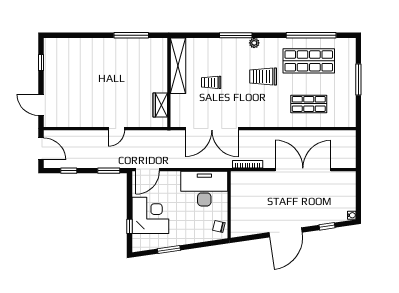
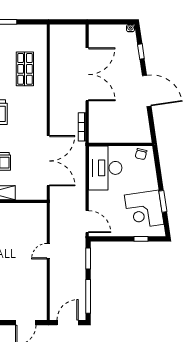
wardrobe: (160, 105) -> (26, 210), removed
door: (116, 129) -> (48, 251), swing flipped
double door: (303, 170) -> (87, 74), swing flipped
window: (69, 171) -> (88, 296), width x2.17
corner desk: (150, 215) -> (144, 210), moved, turned -98

